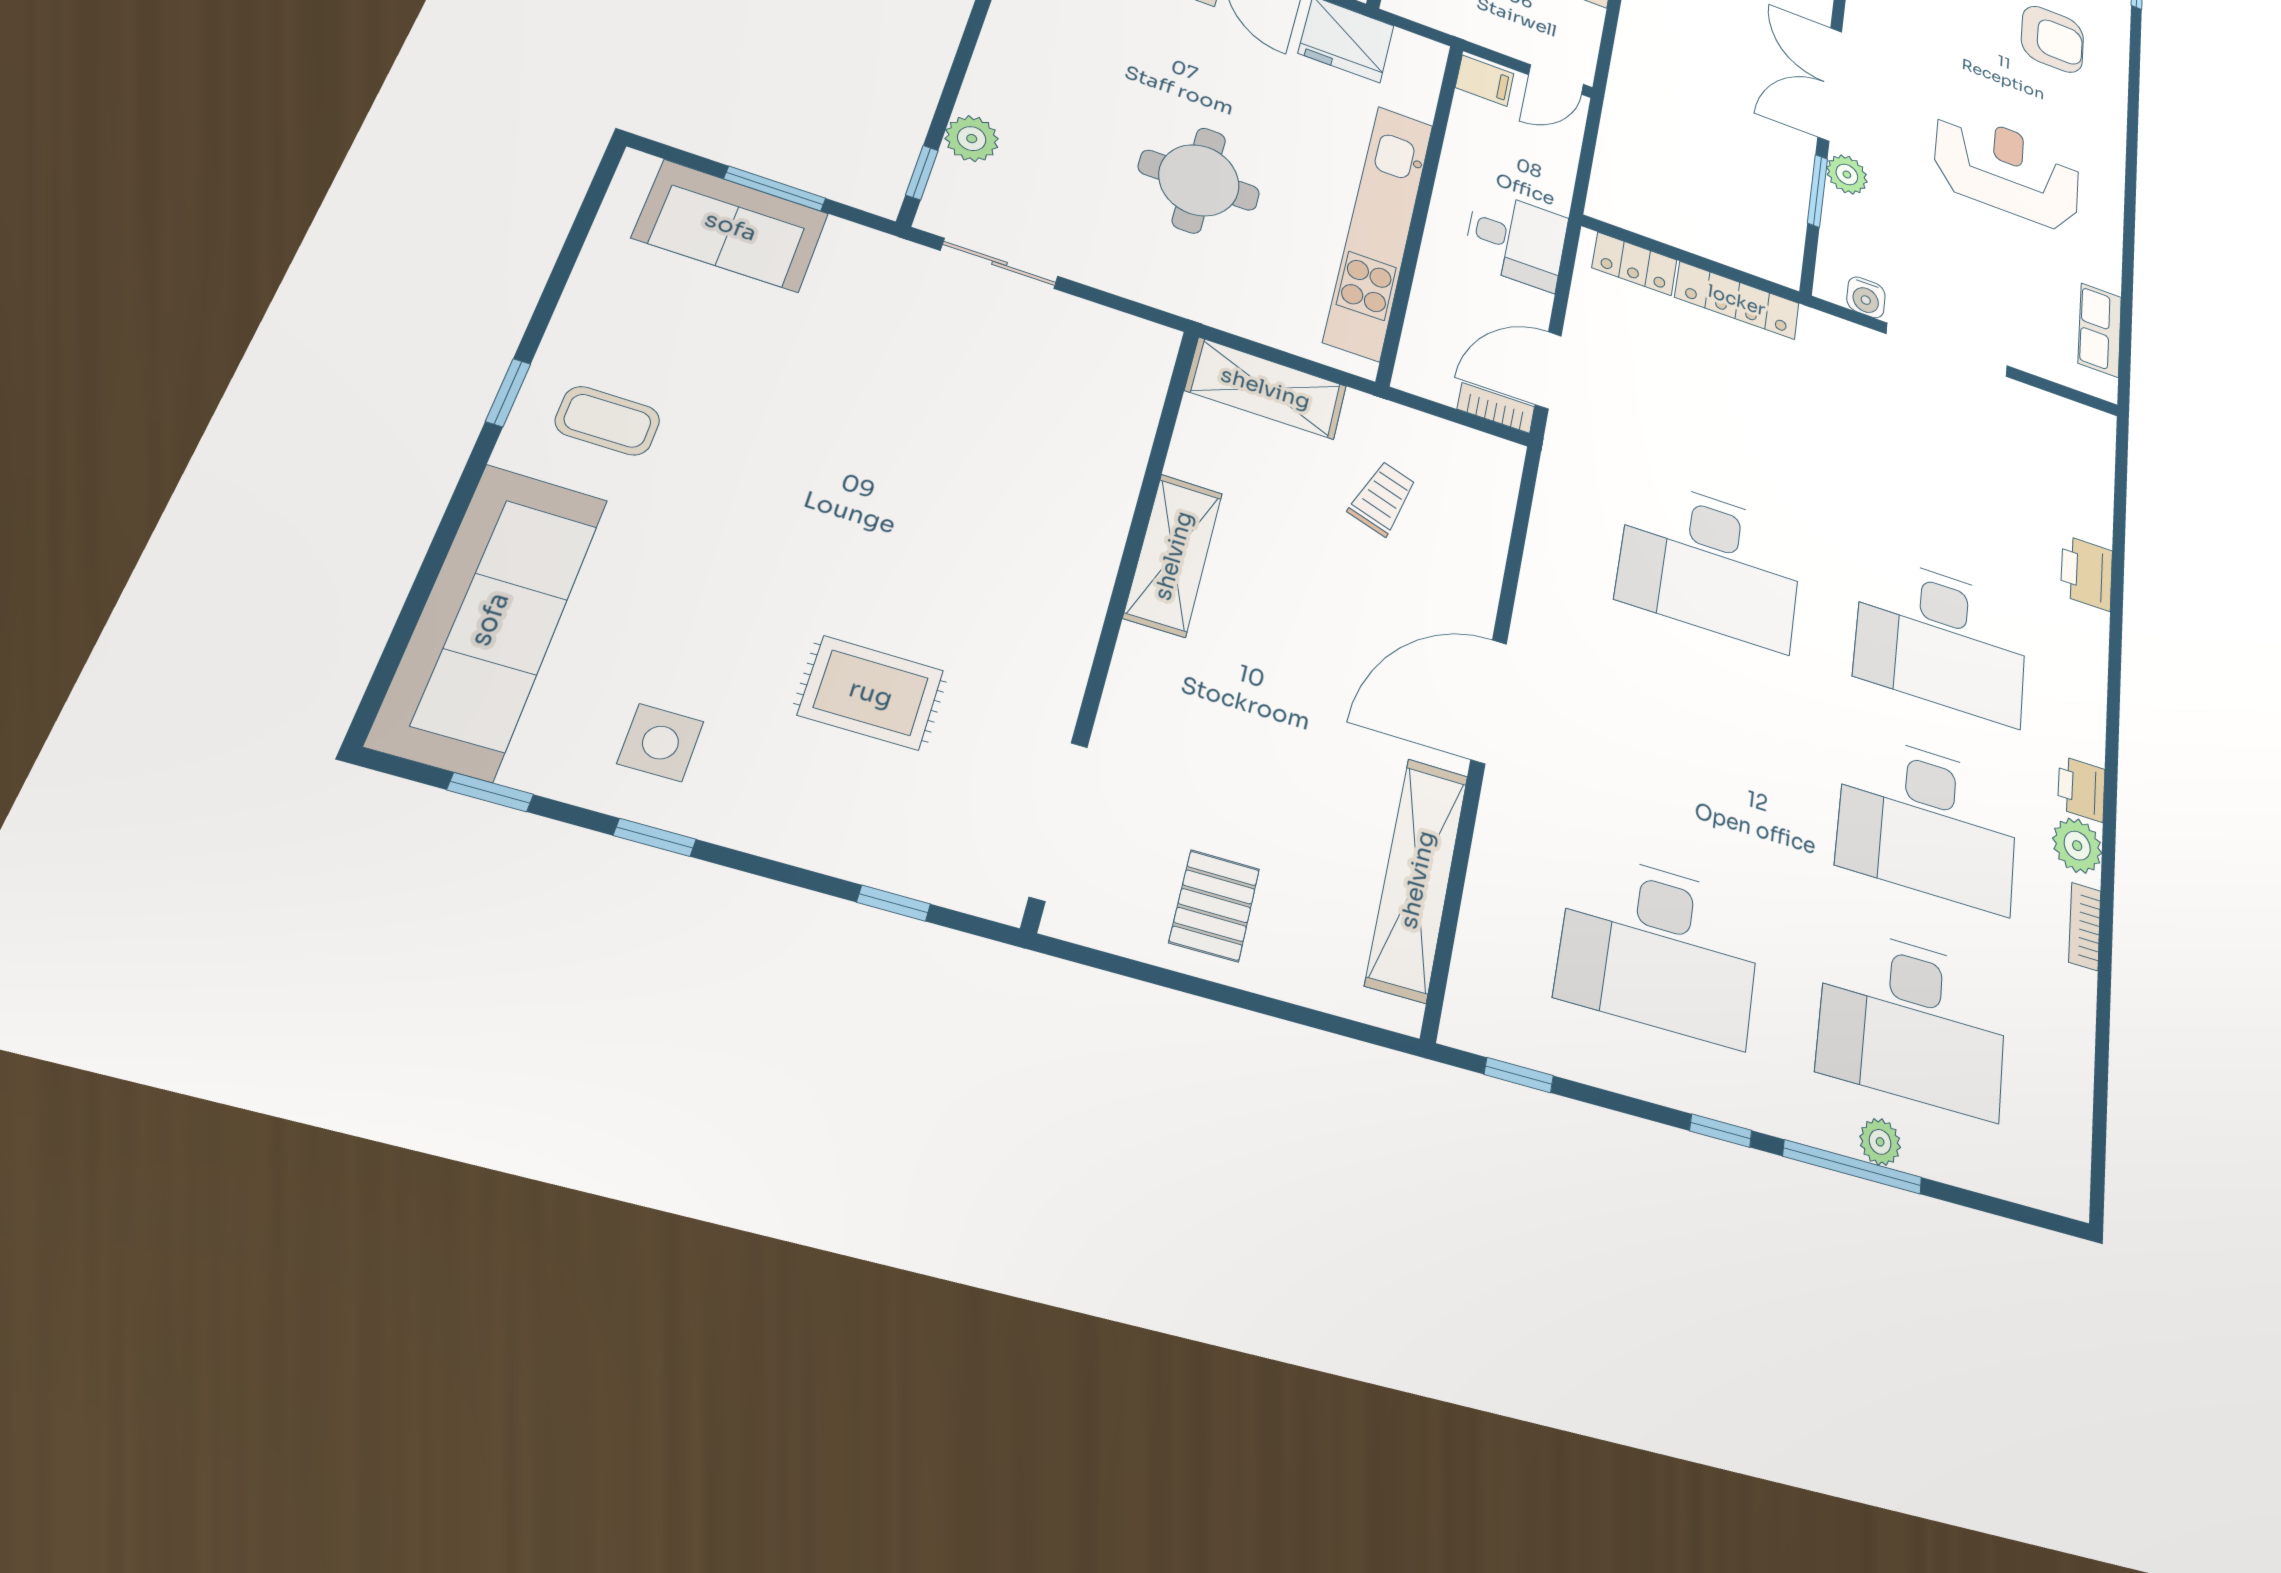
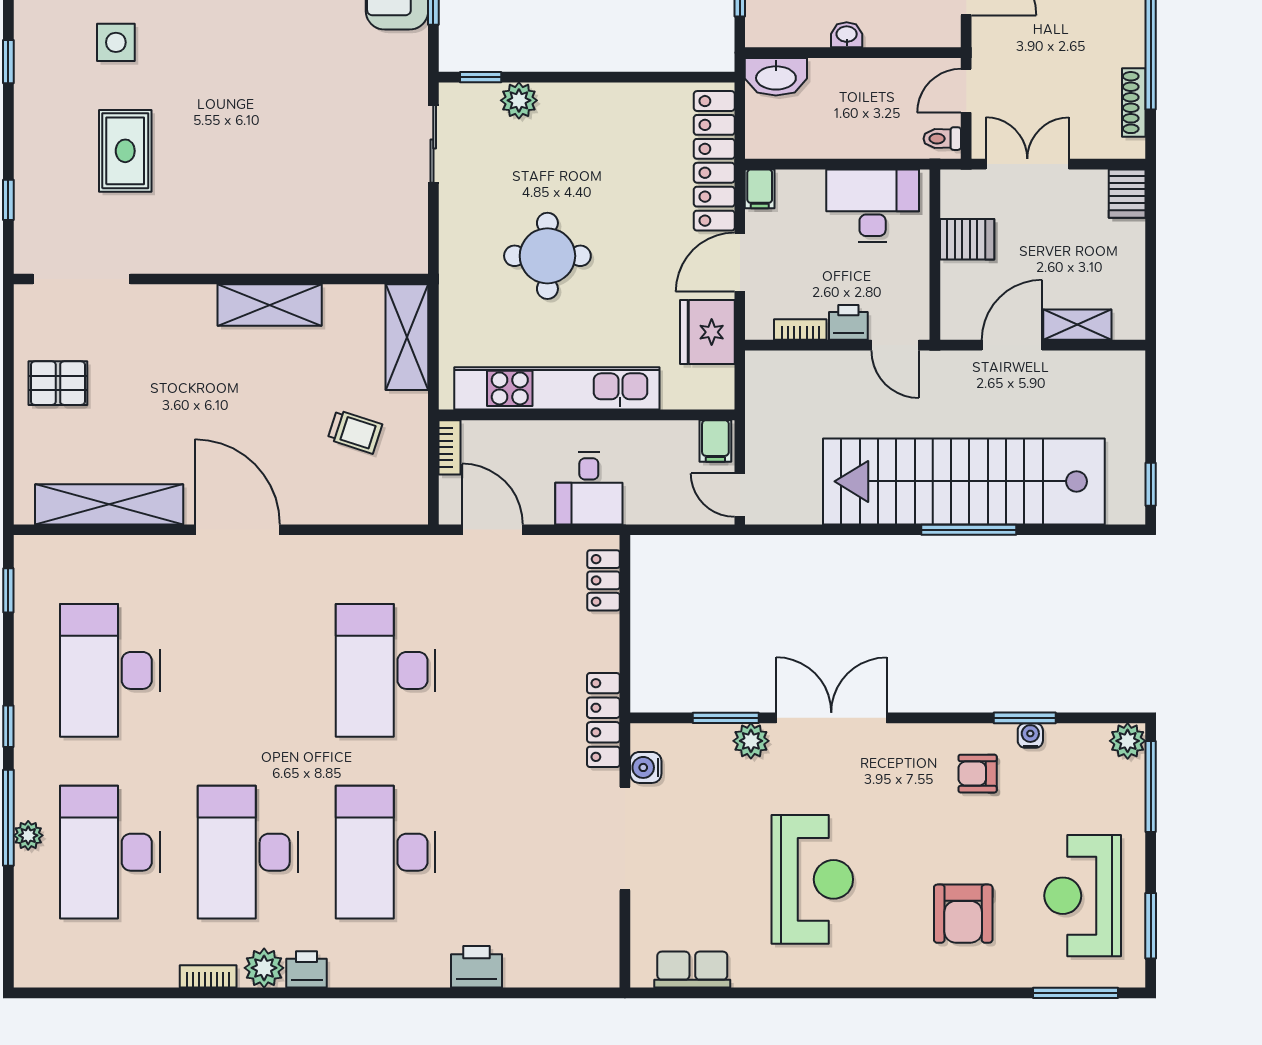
locker: (1737, 300) -> (603, 720), moved
bookcase: (1496, 408) -> (449, 447), moved
side table: (660, 743) -> (116, 42), moved

